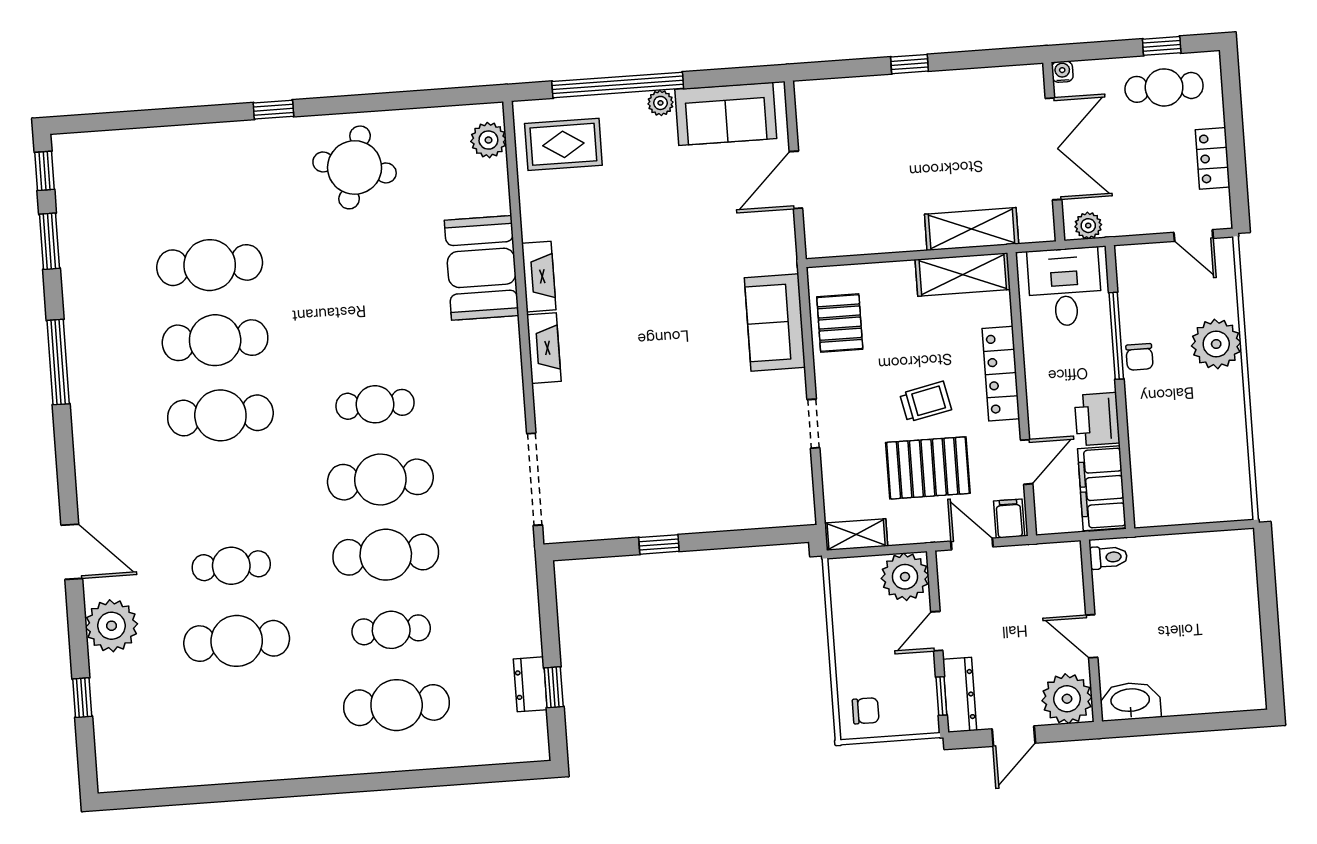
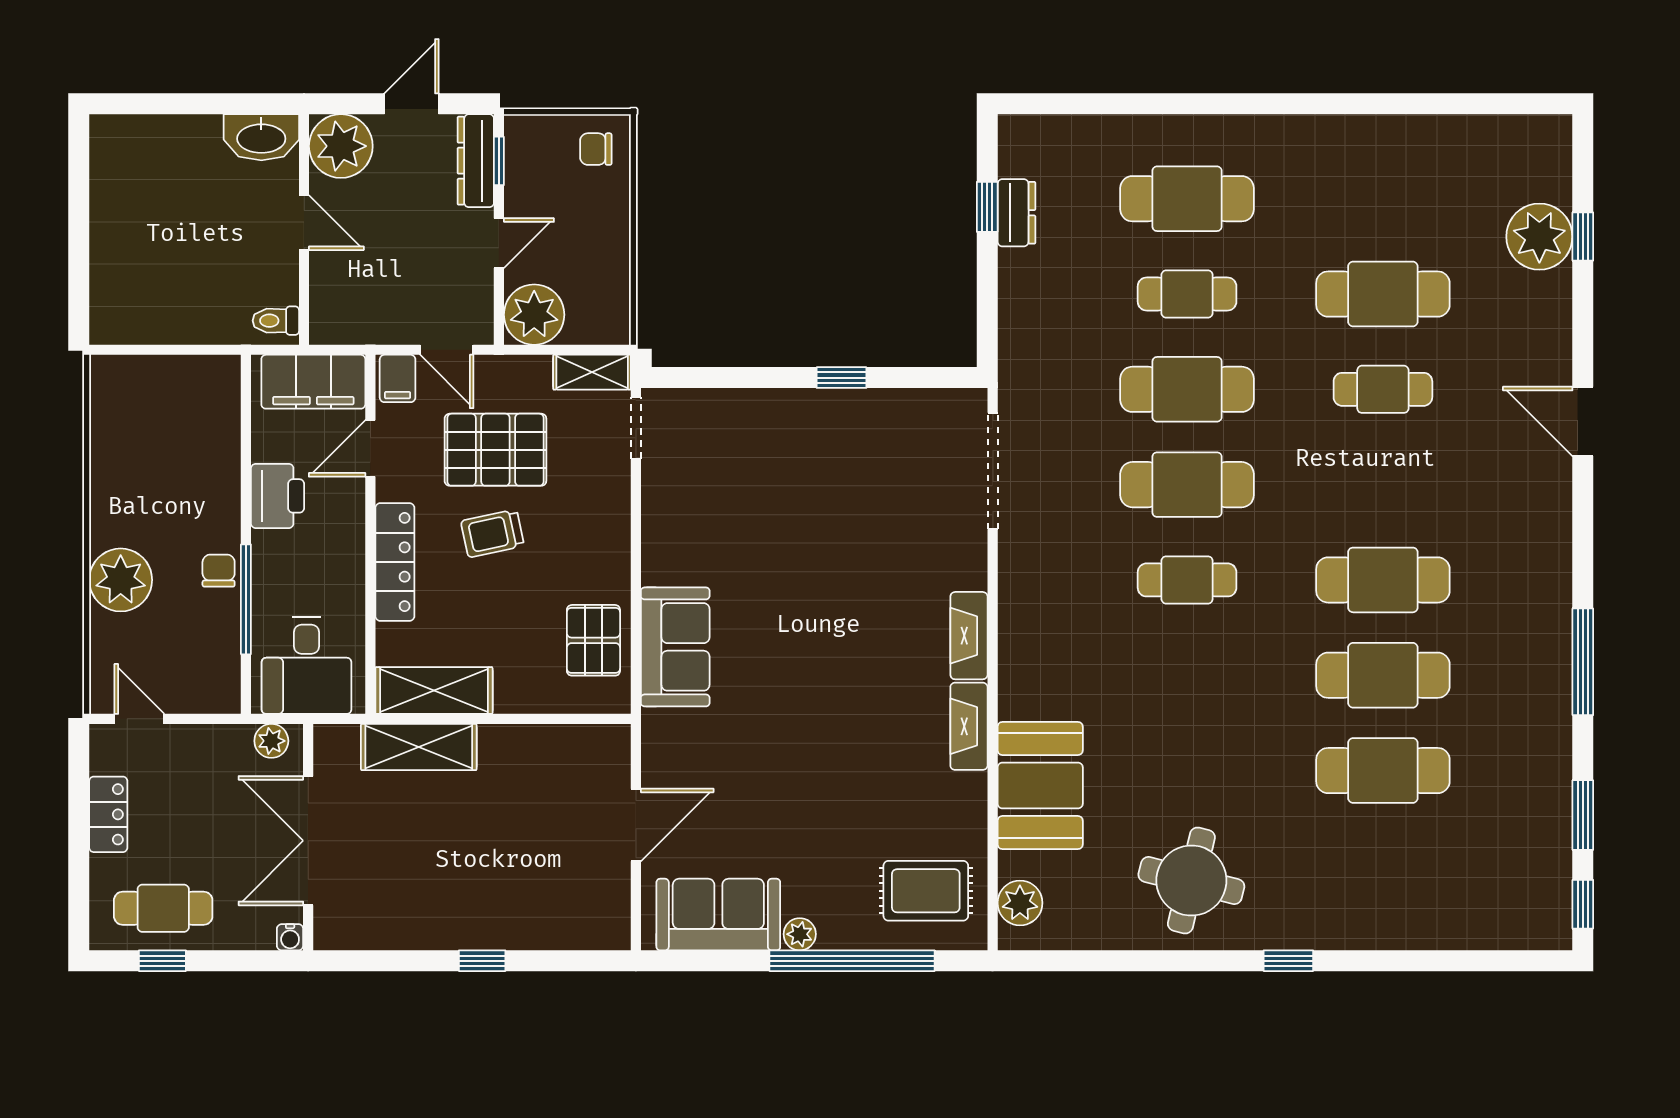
booth: (482, 268) -> (1040, 785), moved
doorway: (813, 424) -> (636, 428), moved
filing cabinet: (1102, 488) -> (313, 382), moved, turned 90
plant: (111, 626) -> (1539, 237), moved

